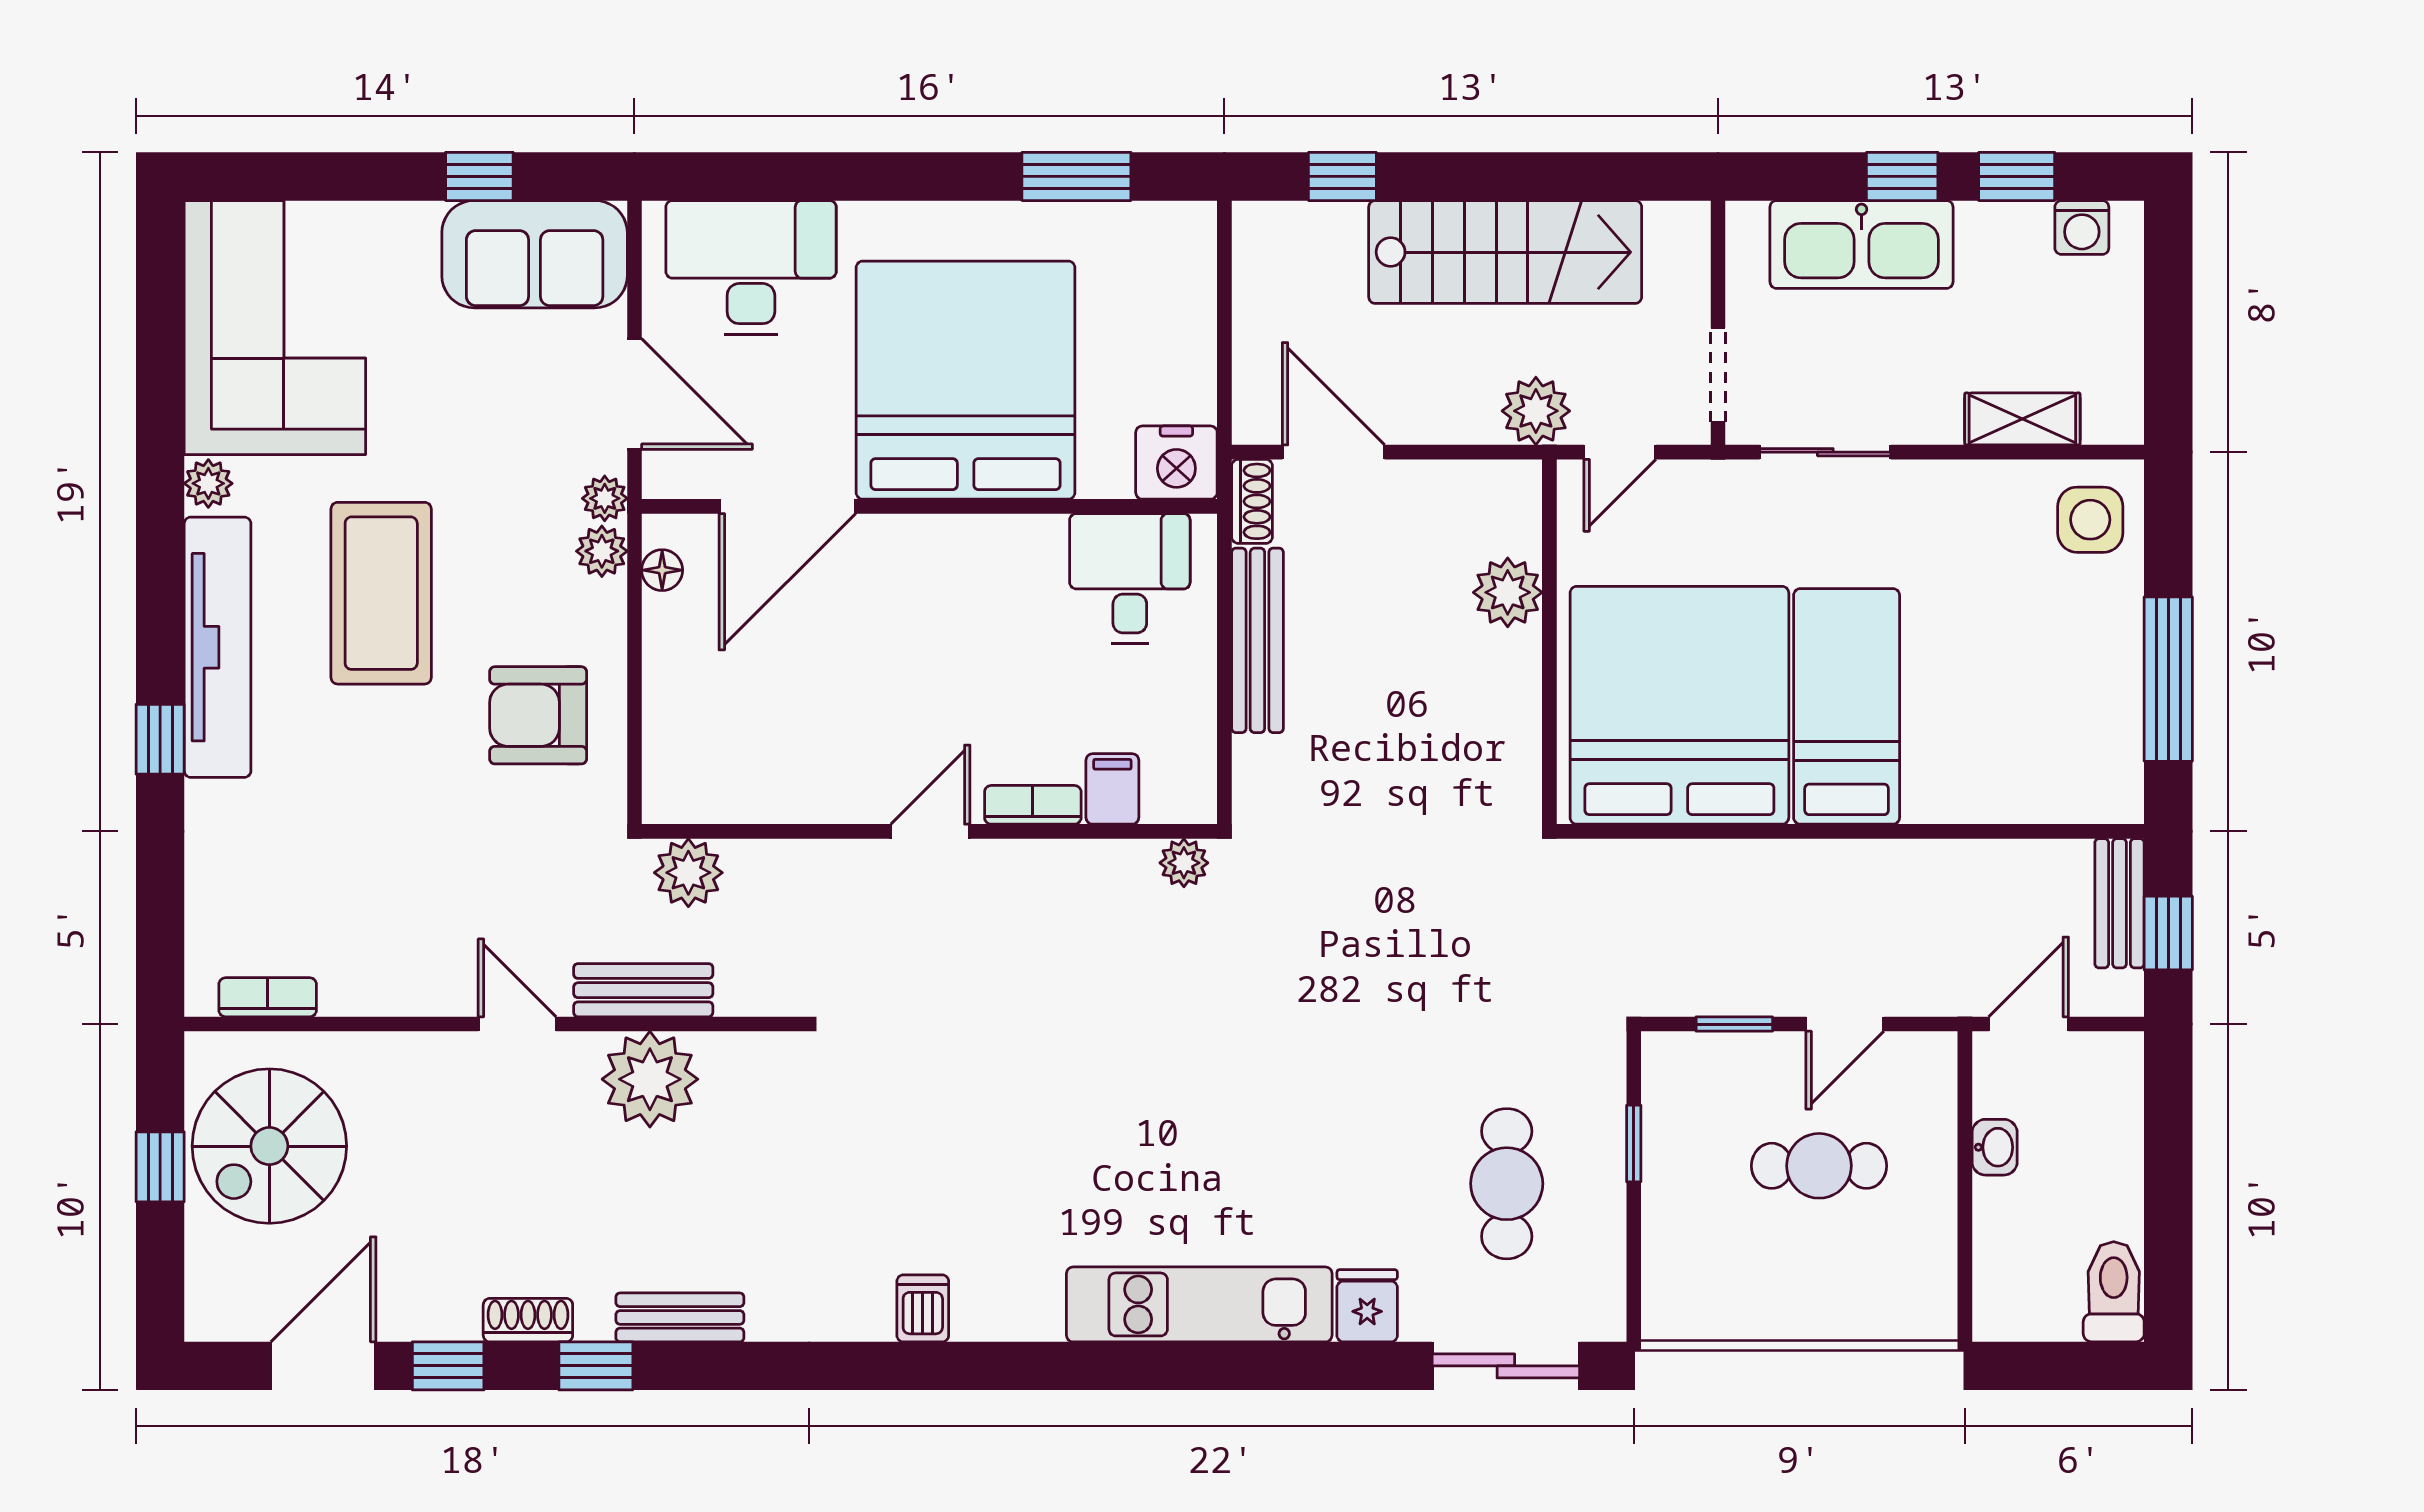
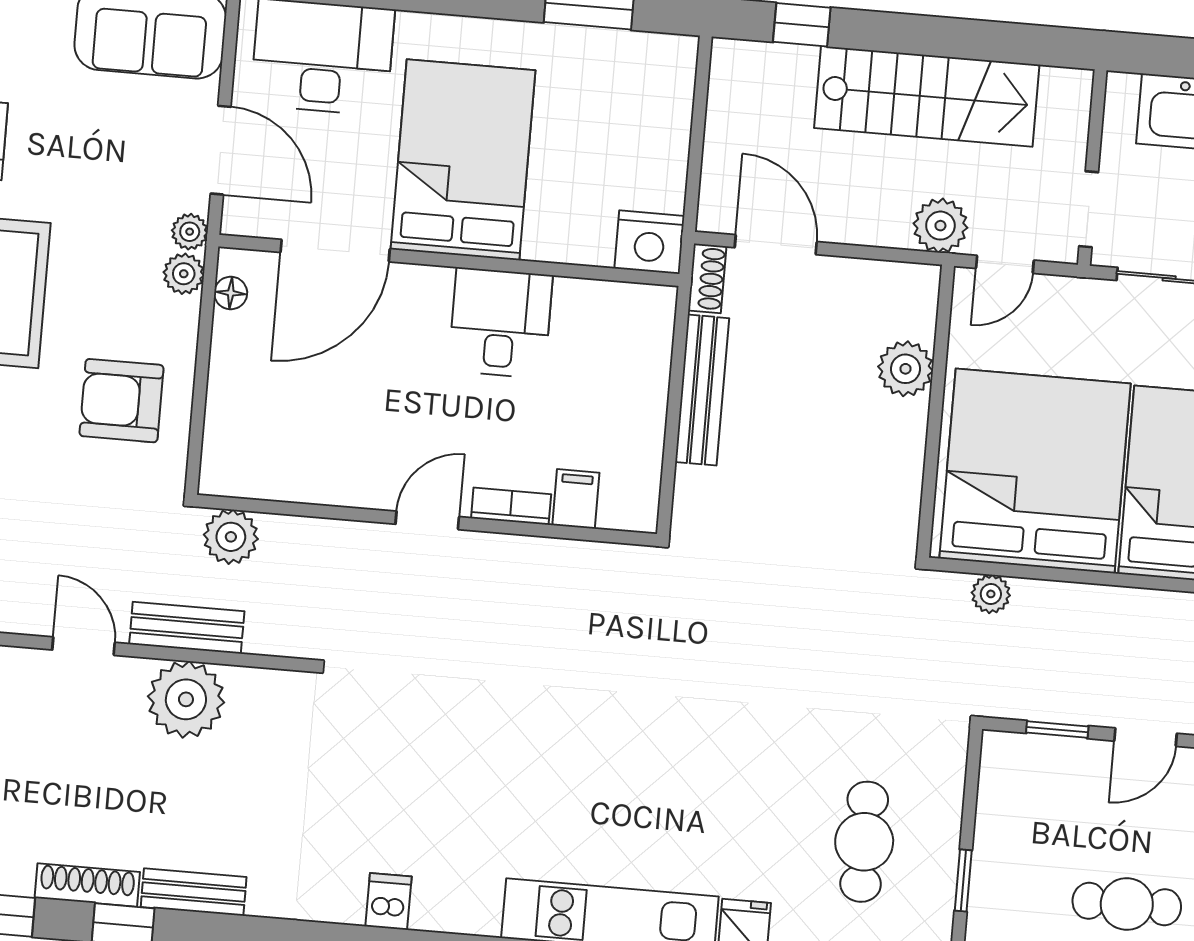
bed: (966, 380) -> (463, 160), width x0.73
desk: (1130, 578) -> (500, 323), moved
plant: (1184, 863) -> (991, 594), moved
window: (1634, 1143) -> (963, 880), moved
cafe table: (1819, 1166) -> (1127, 904), moved
shoe rack: (528, 1320) -> (87, 885), width x1.43

